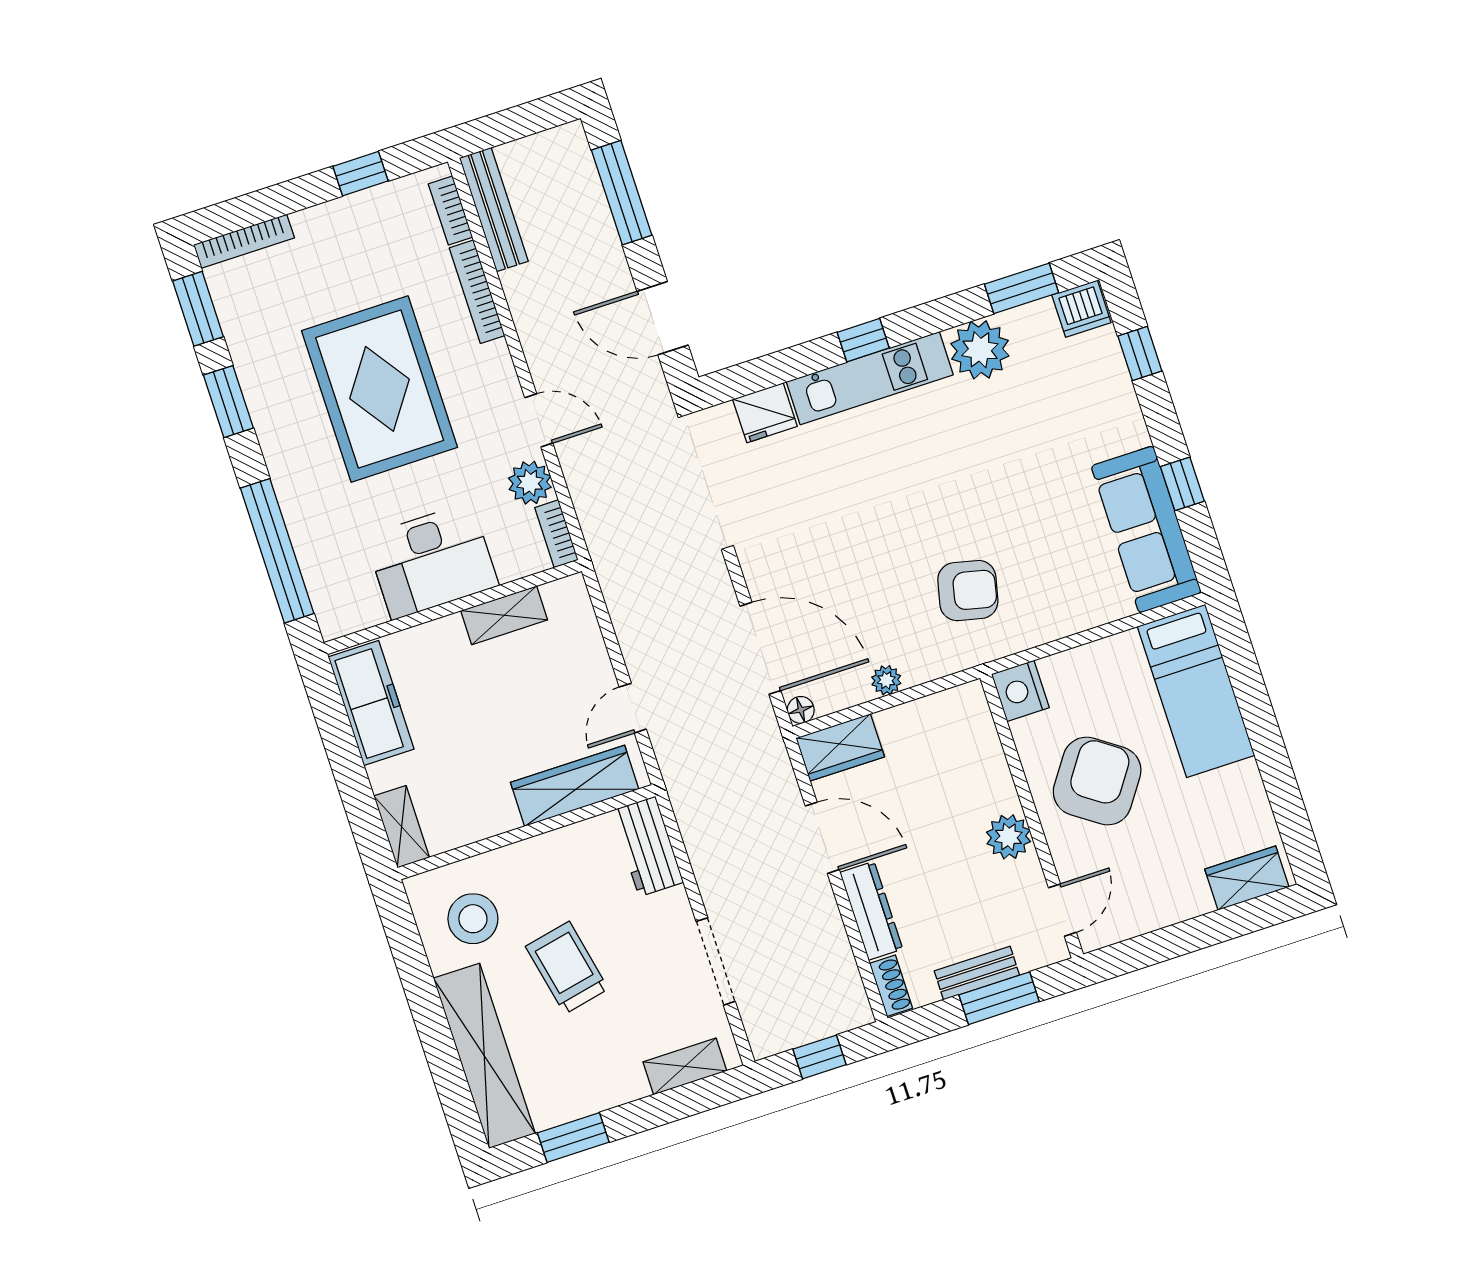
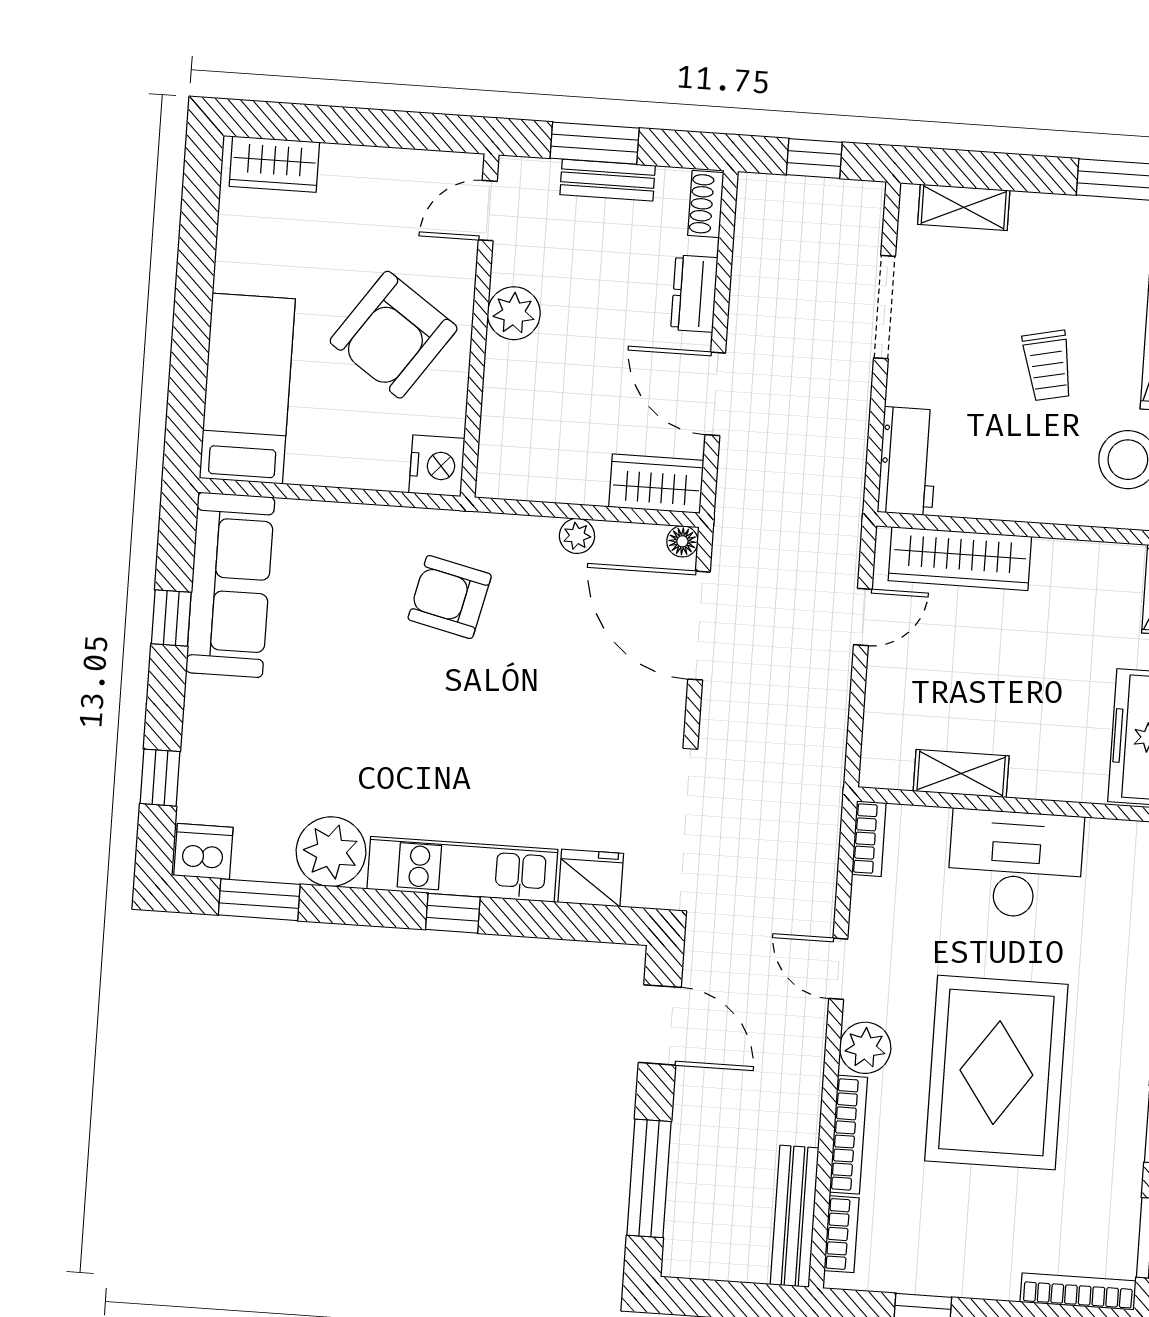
plant: (530, 483) -> (865, 1048), moved
dresser: (871, 911) -> (694, 294), width x0.70
trolley: (567, 968) -> (1048, 366), width x0.73, depth x0.72

